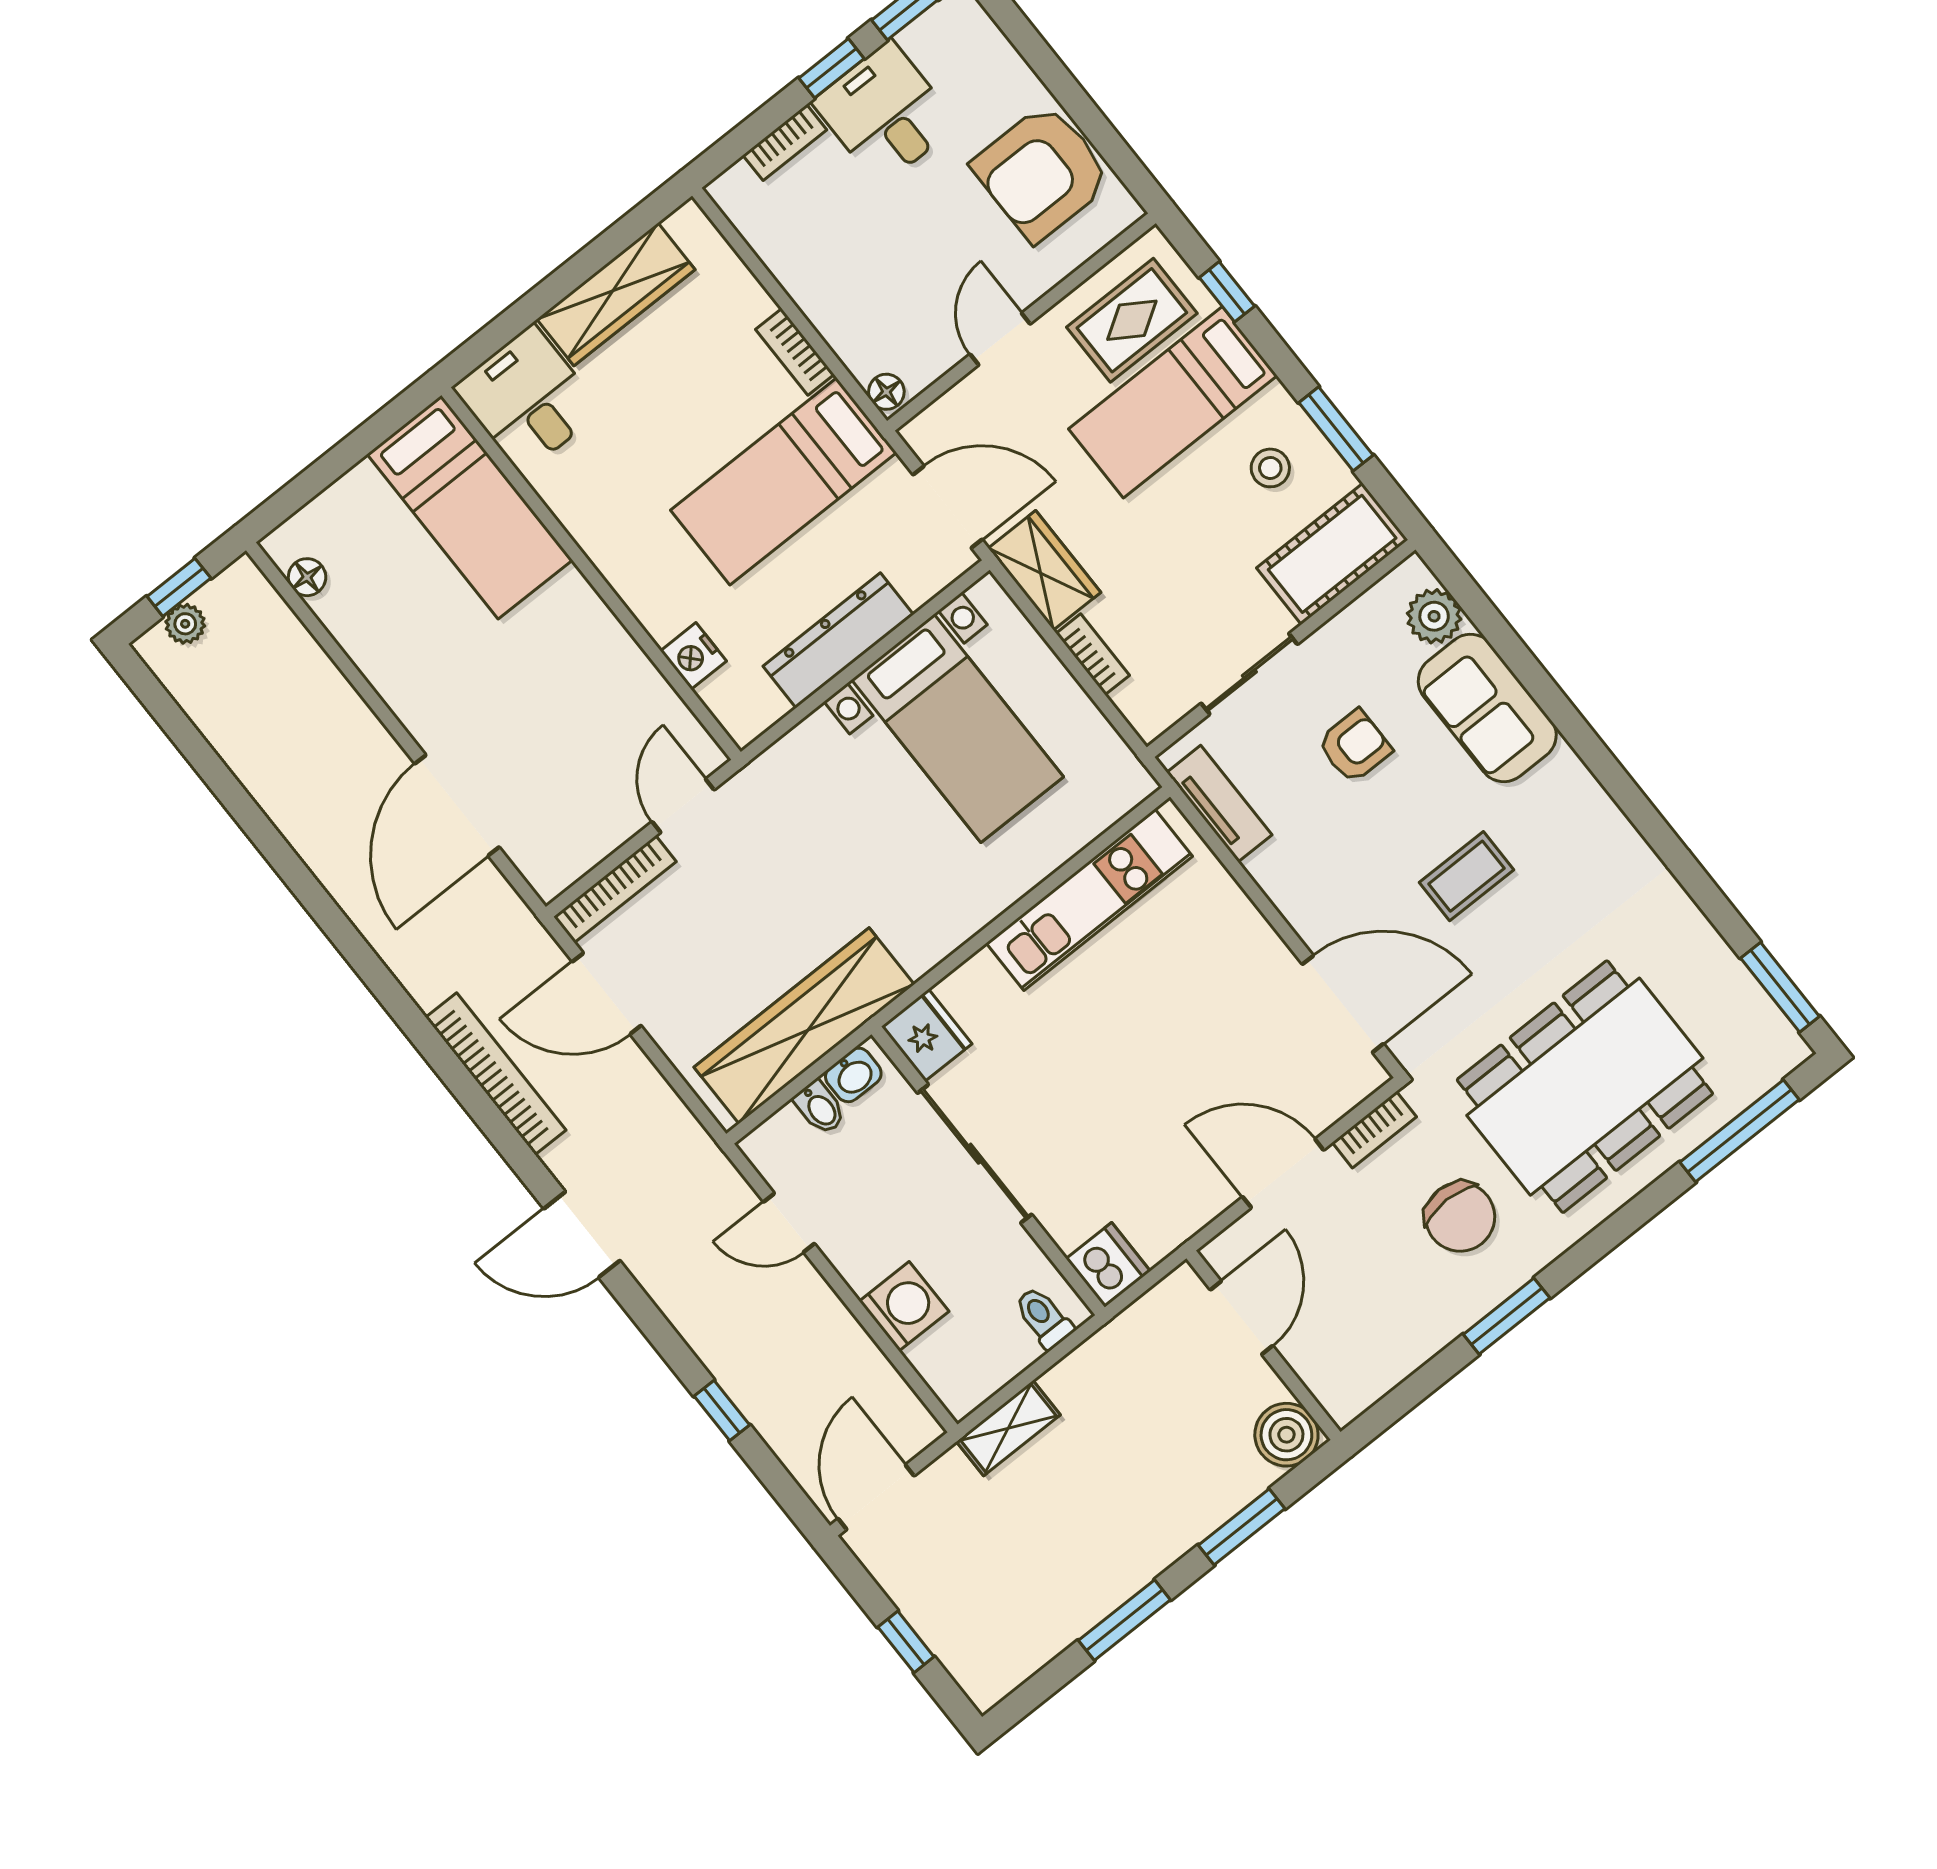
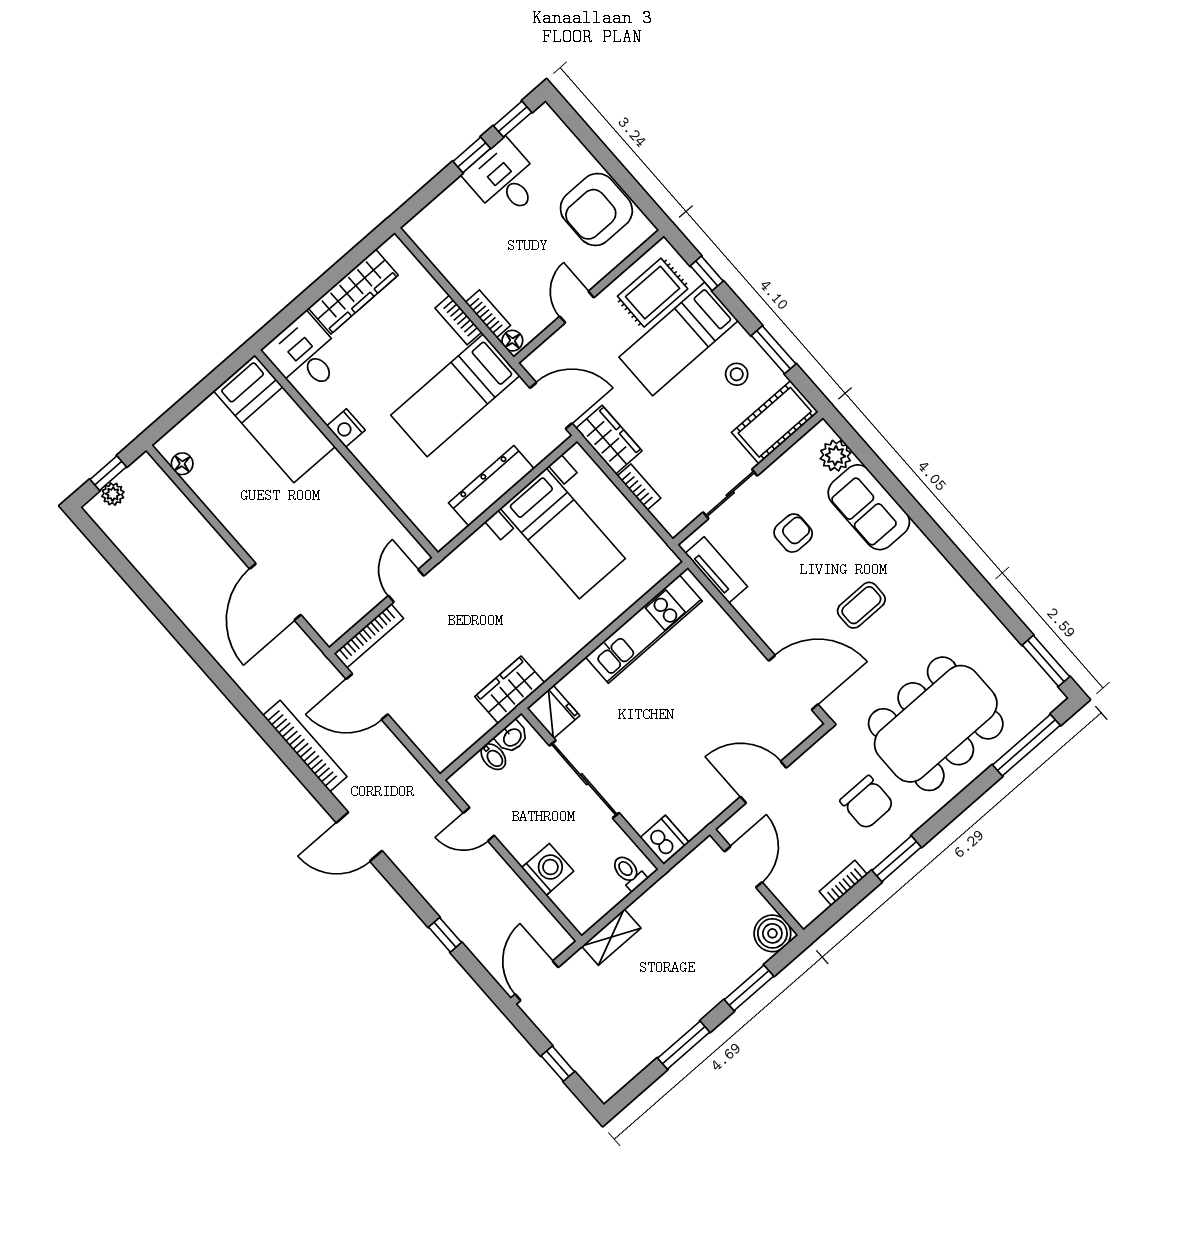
bookcase: (785, 143) -> (488, 314), moved, turned -90
nightstand: (693, 656) -> (346, 428), moved
wardrobe: (804, 1026) -> (510, 690), width x0.48, depth x0.85
bookcase: (1374, 1130) -> (843, 883), moved, turned 180

